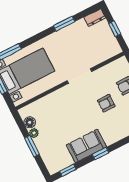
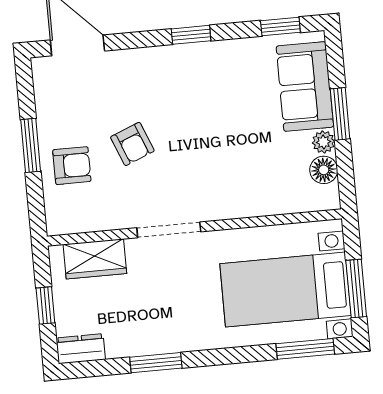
wardrobe: (103, 54) -> (95, 259), added
armchair: (106, 103) -> (132, 144), turned 68
sofa: (86, 146) -> (305, 87), moved, turned 90

